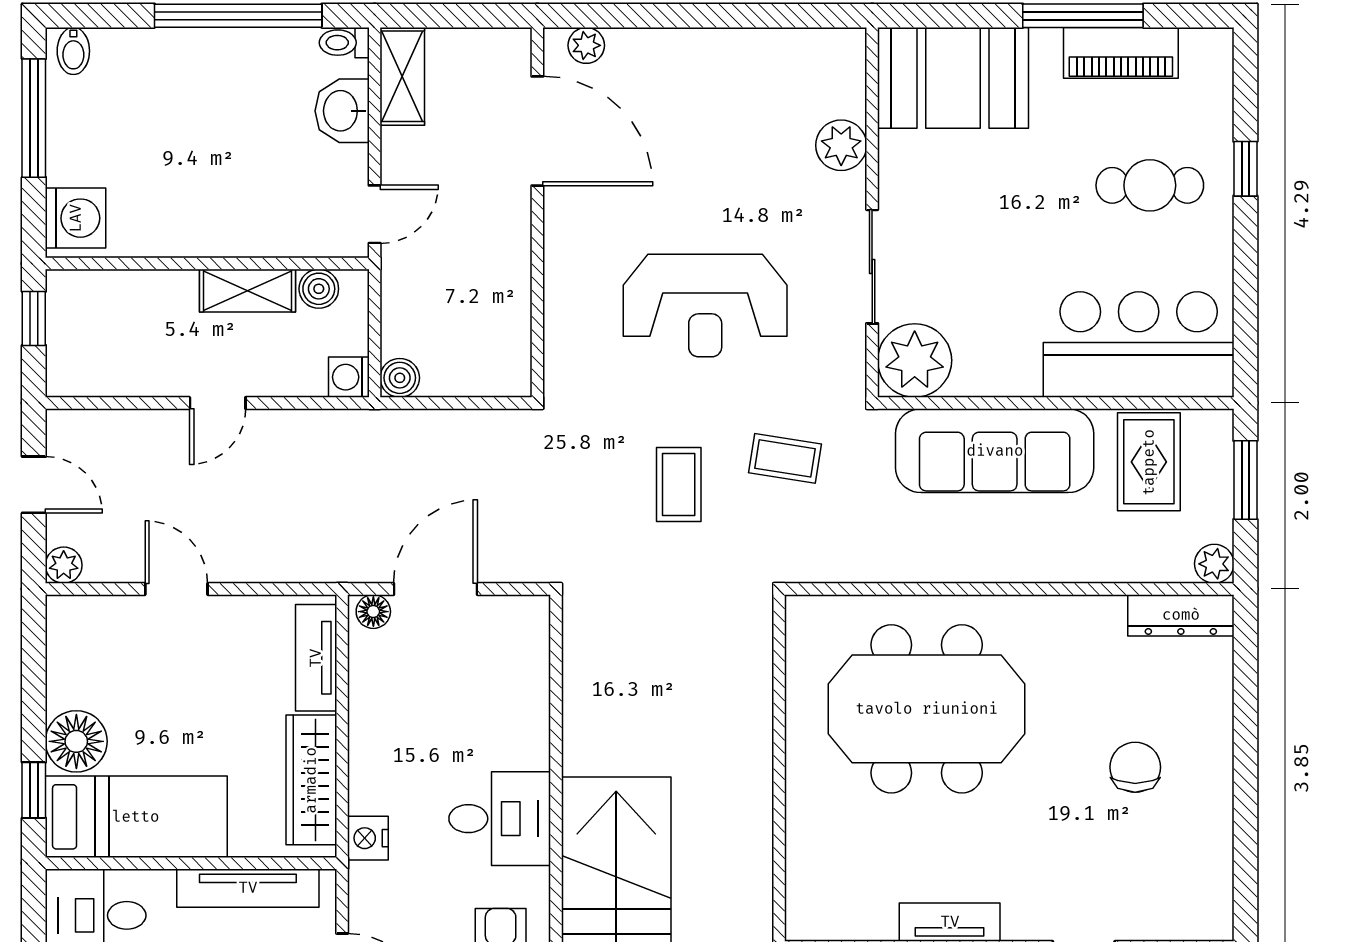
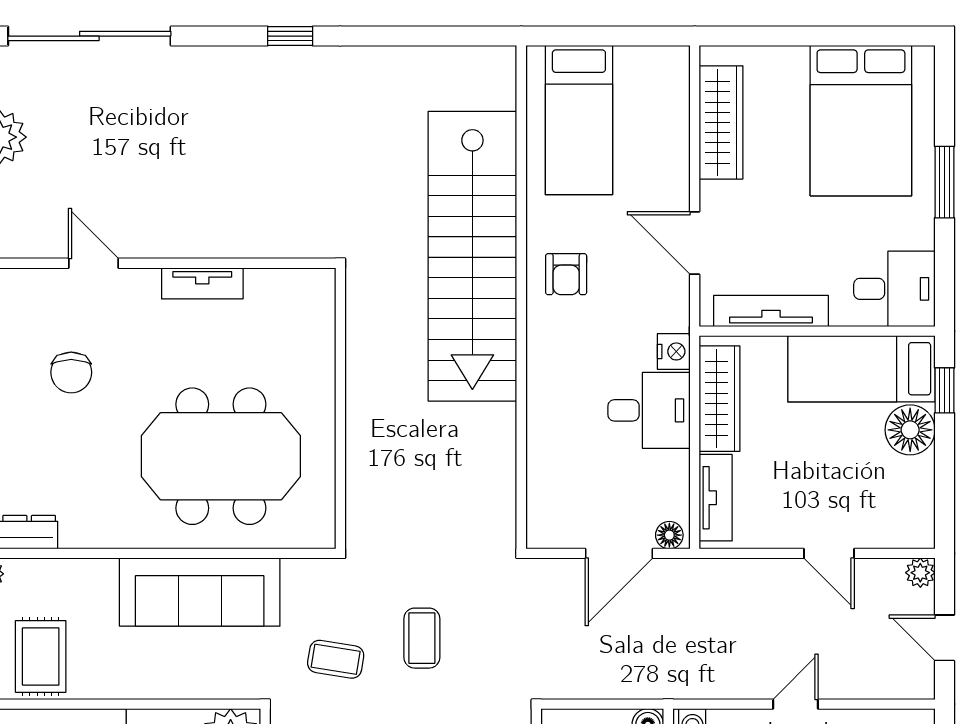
sofa: (995, 451) -> (200, 592), moved, turned 180
chair: (1135, 767) -> (71, 372), moved
desk: (500, 819) -> (649, 410), moved, turned 180

